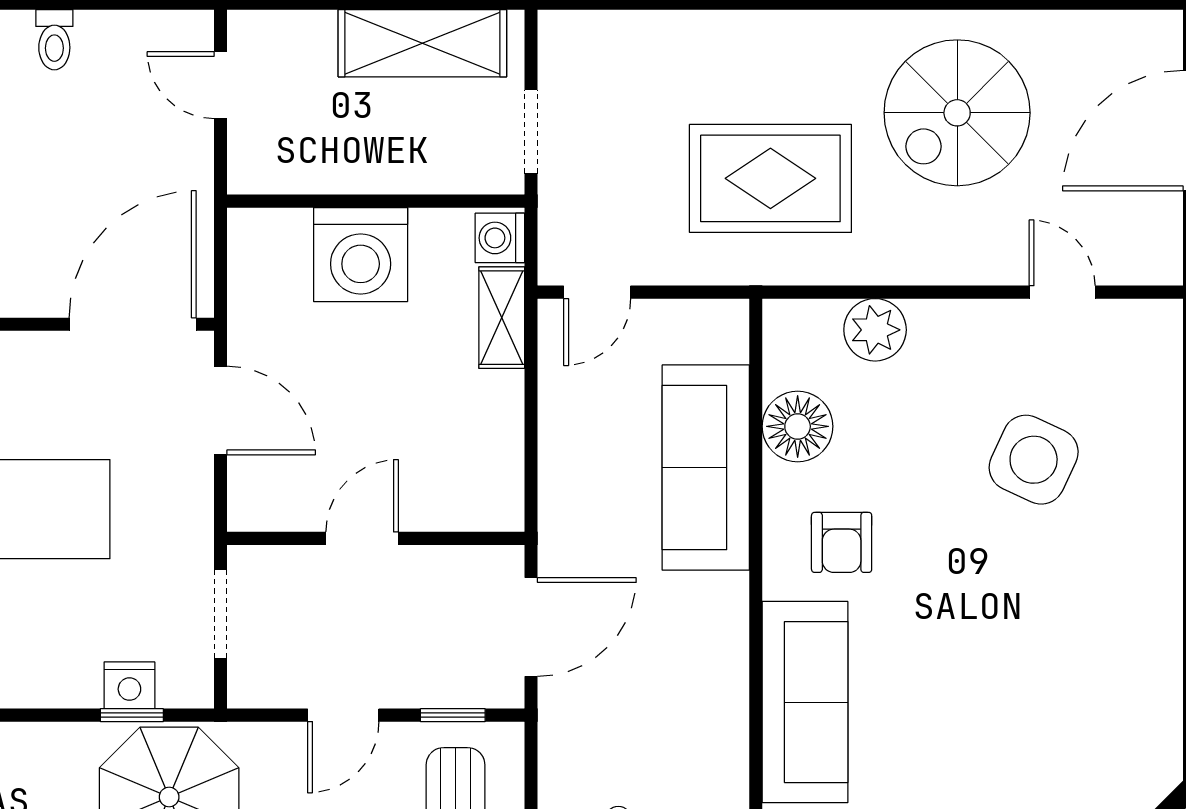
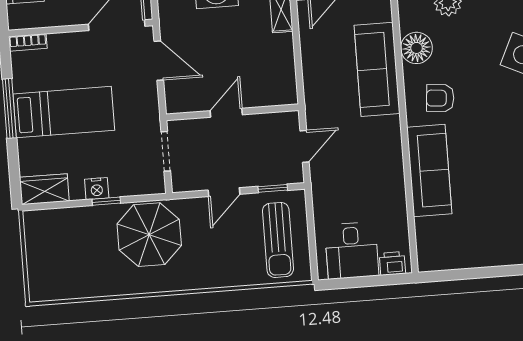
armchair: (842, 542) -> (440, 98), turned 95
door: (531, 627) -> (305, 146), width x0.73
nightstand: (129, 685) -> (97, 189), moved
window: (132, 715) -> (106, 201), moved

